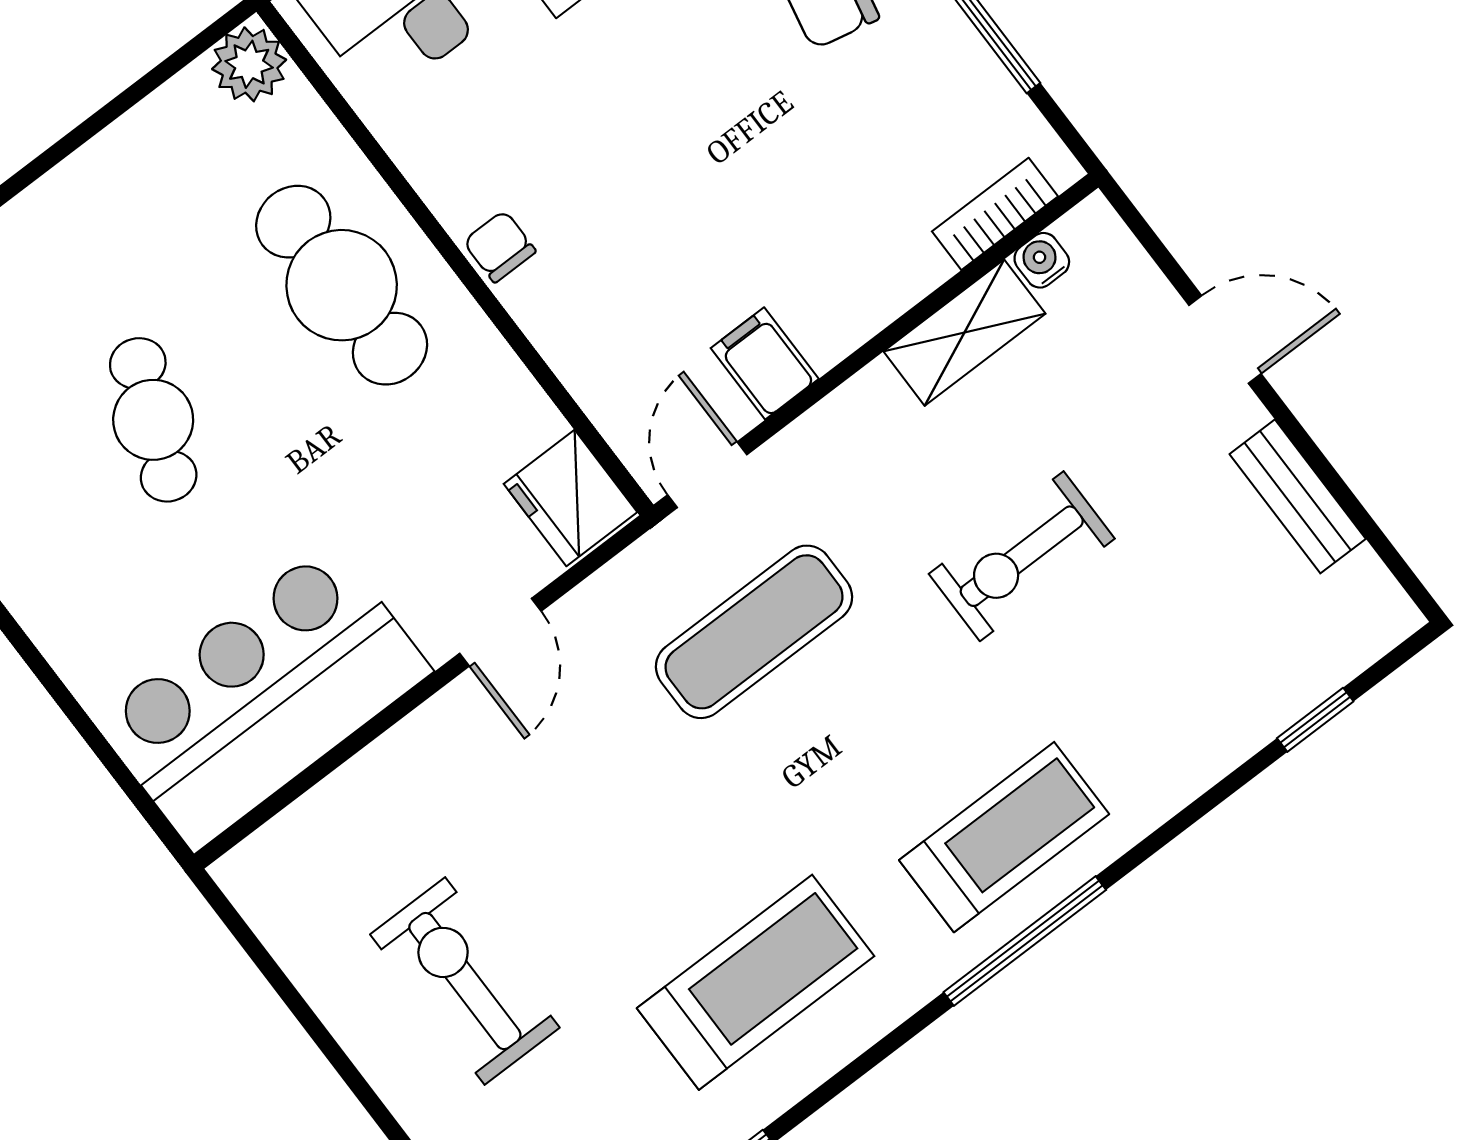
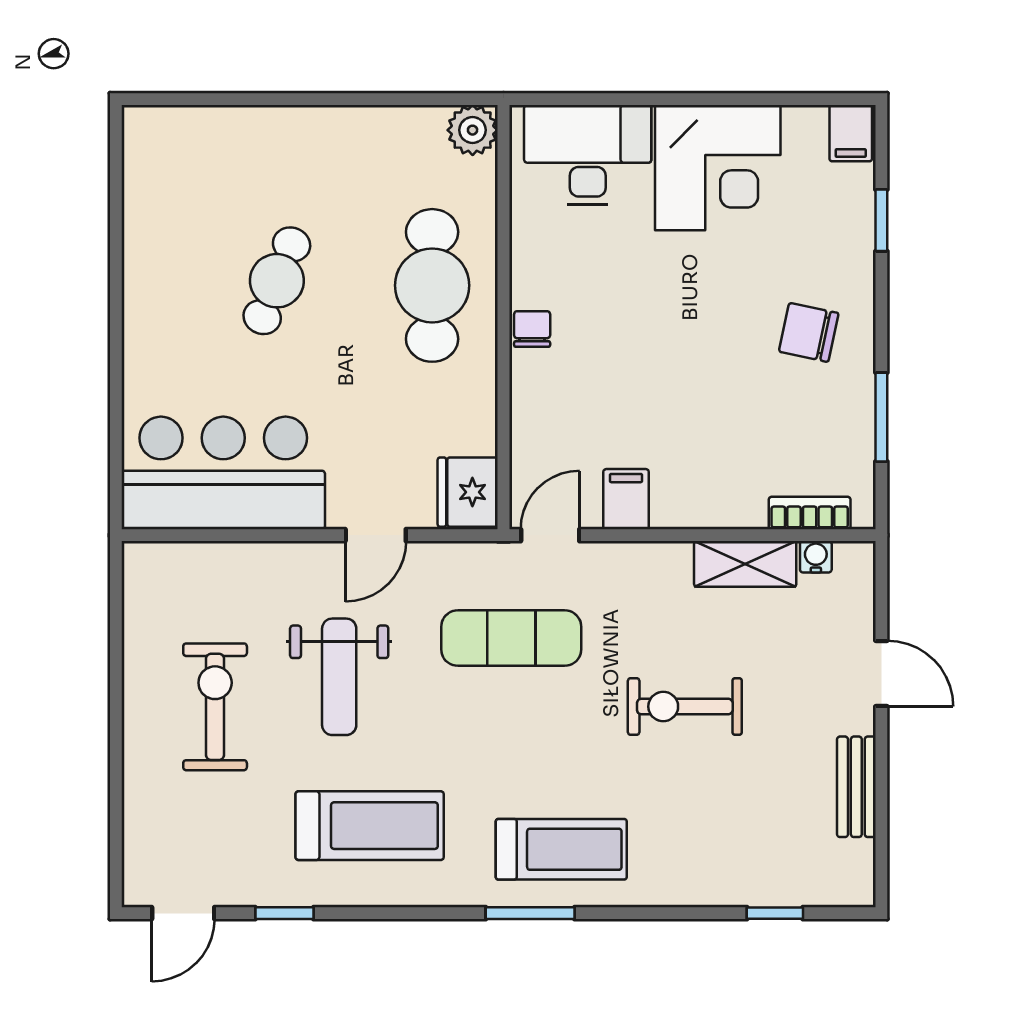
weight bench: (585, 833) -> (339, 677), added
window: (1025, 941) -> (530, 913), width x0.69

